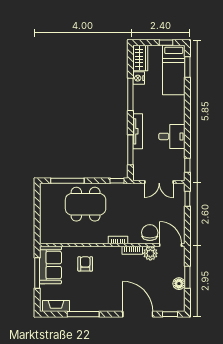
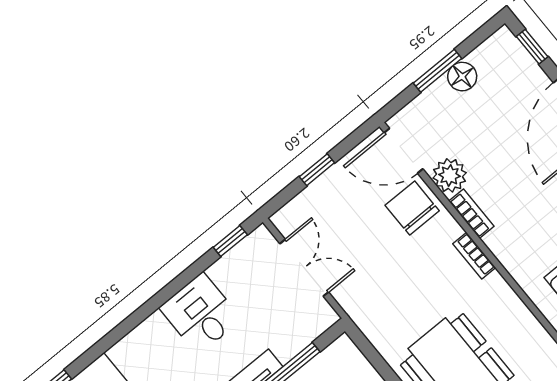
window: (117, 181) -> (366, 348), removed
window: (187, 199) -> (317, 170), moved
chair: (150, 233) -> (412, 208), turned 90
door: (171, 245) -> (404, 151), hinge flipped

